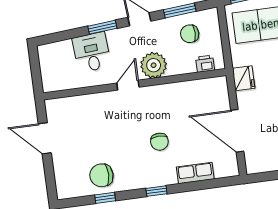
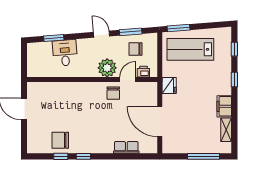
window: (102, 27) -> (54, 38), moved
door: (128, 85) -> (128, 79), moved
chair: (159, 142) -> (113, 93), moved
window: (156, 191) -> (83, 156), moved

